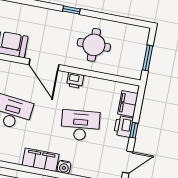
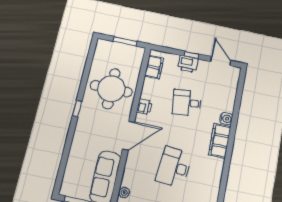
round table: (94, 45) -> (111, 89), width x1.36, depth x1.36
filing cabinet: (128, 104) -> (154, 67), moved, turned -90
desk: (80, 125) -> (187, 103), width x0.73

